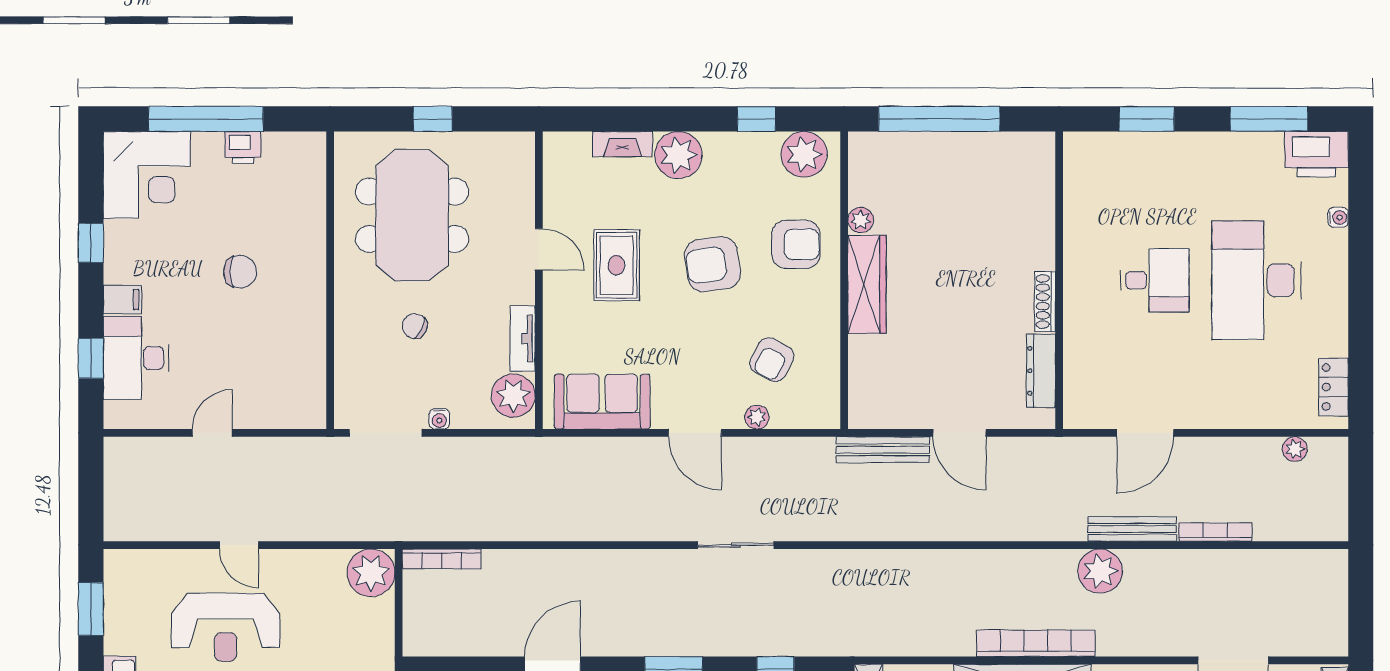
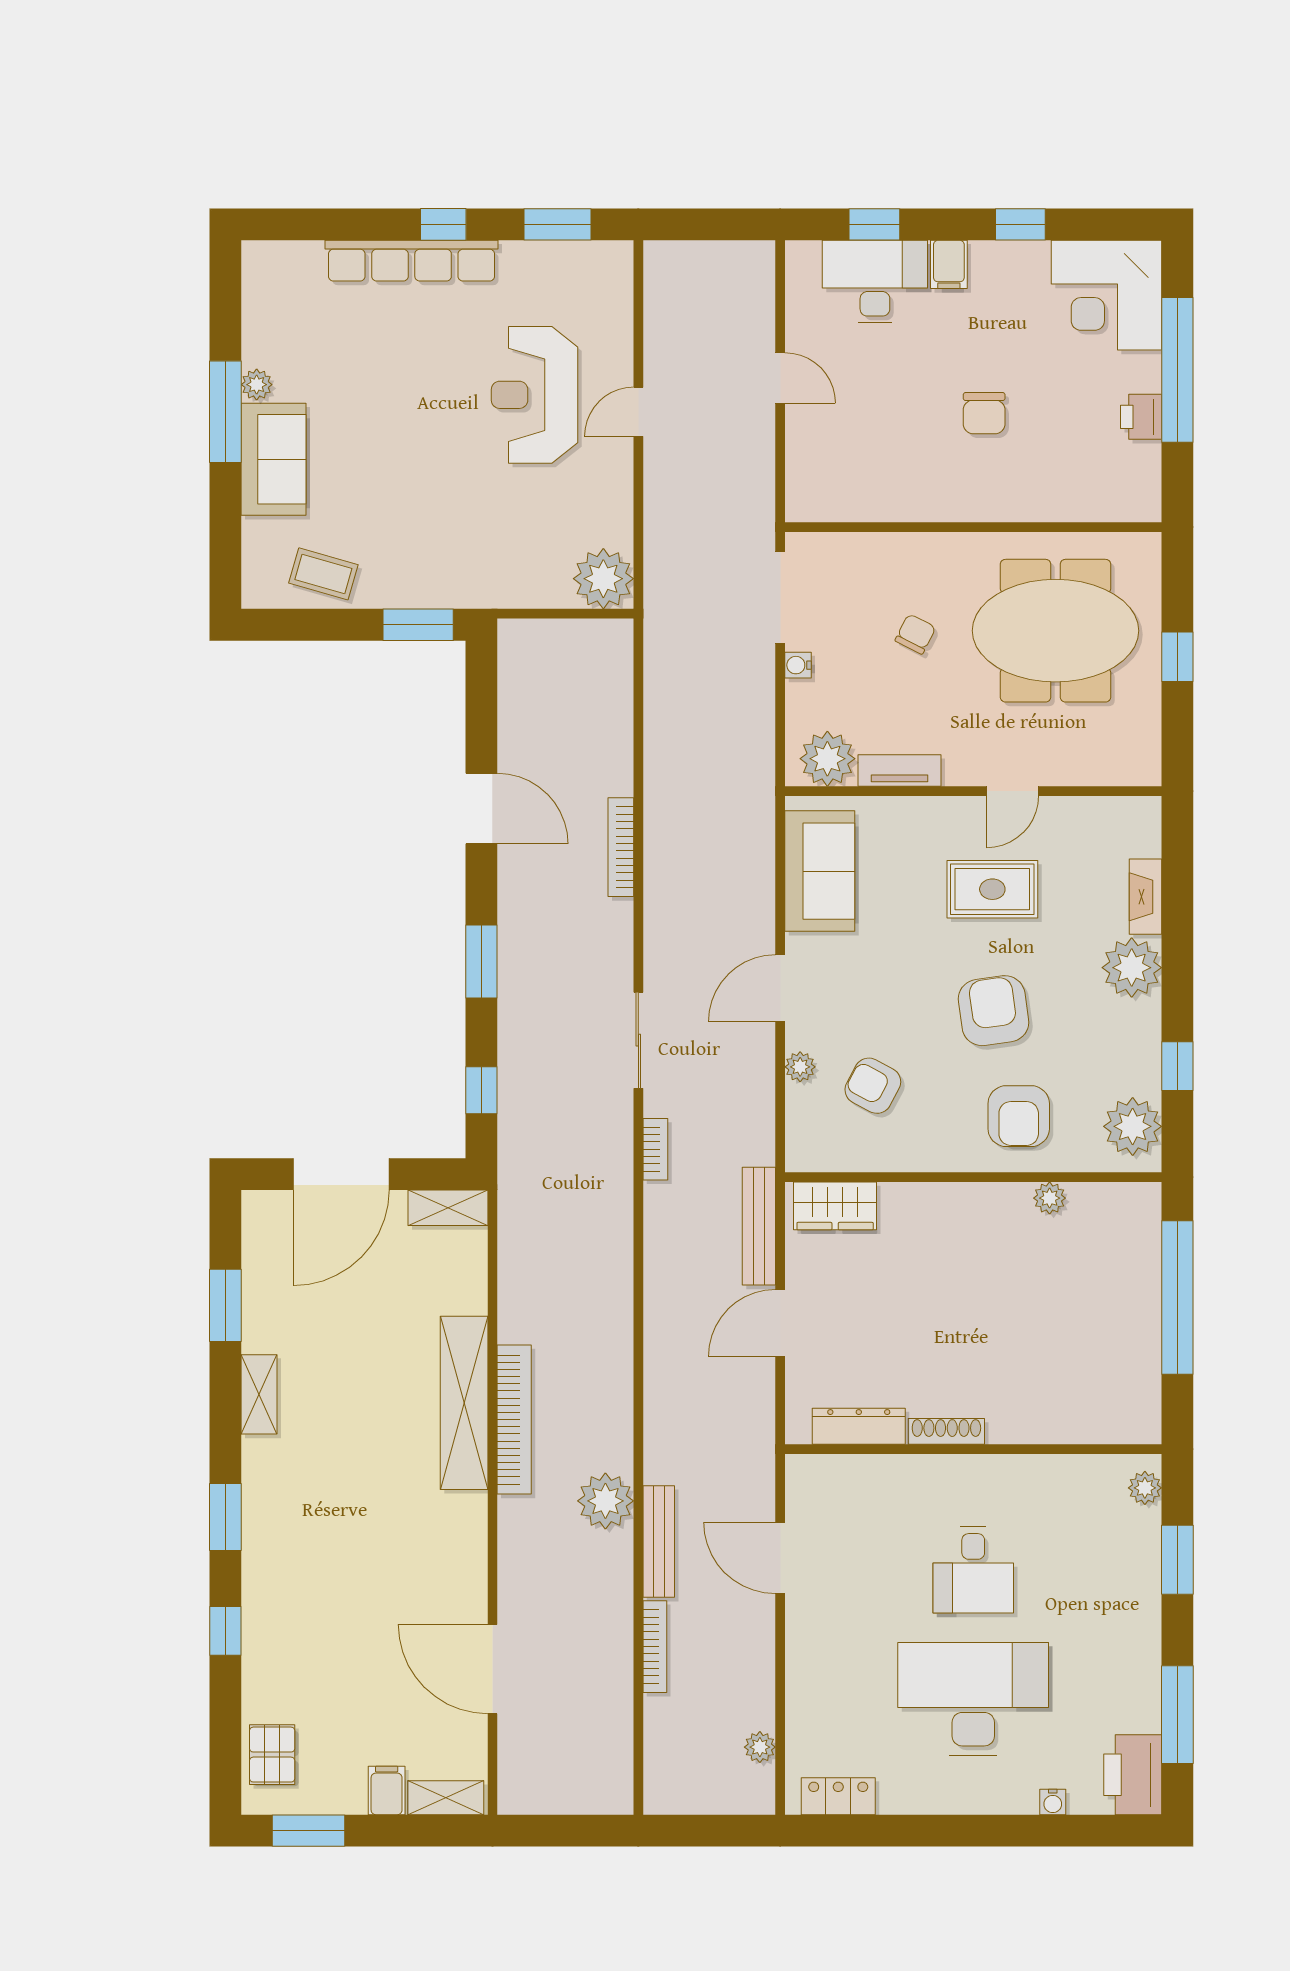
plant: (1090, 145) -> (1145, 1488), added
wardrobe: (867, 284) -> (835, 1206), moved, width x0.67
bookcase: (822, 532) -> (655, 1149), added
bookcase: (442, 559) -> (621, 847), moved

